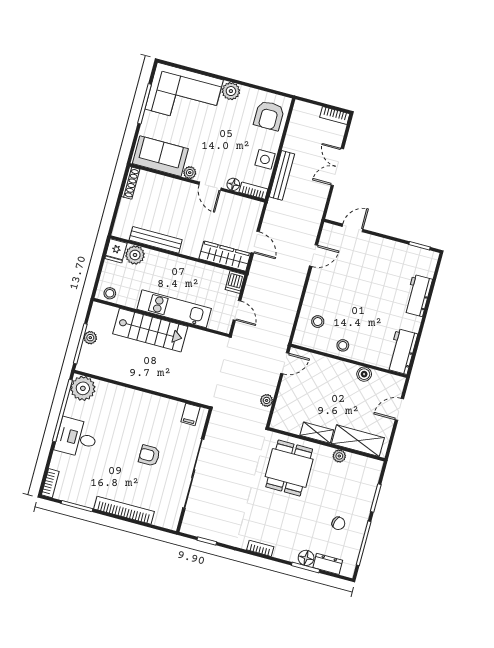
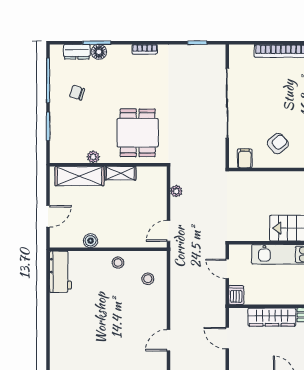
wardrobe: (225, 256) -> (272, 317), moved
workbench: (418, 295) -> (60, 329), removed
armchair: (149, 455) -> (278, 144), moved, turned -41

